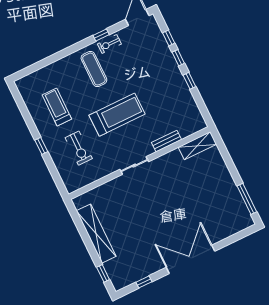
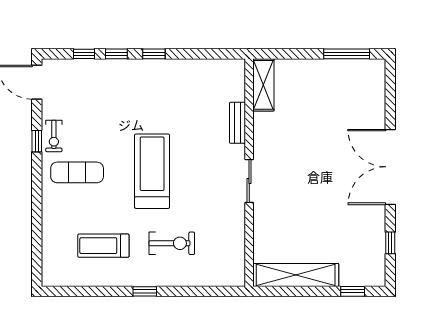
bench: (166, 141) -> (237, 123), moved
shelving: (197, 146) -> (263, 85), moved
wall: (139, 163) -> (249, 173), moved
sliding door: (134, 165) -> (249, 181), moved

